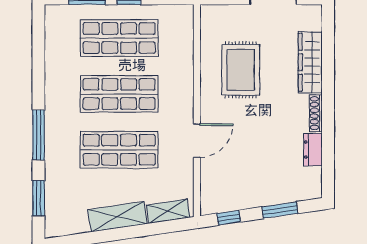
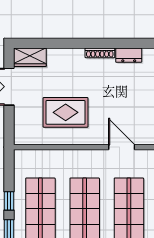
wardrobe: (310, 62) -> (30, 57), moved, width x0.67

